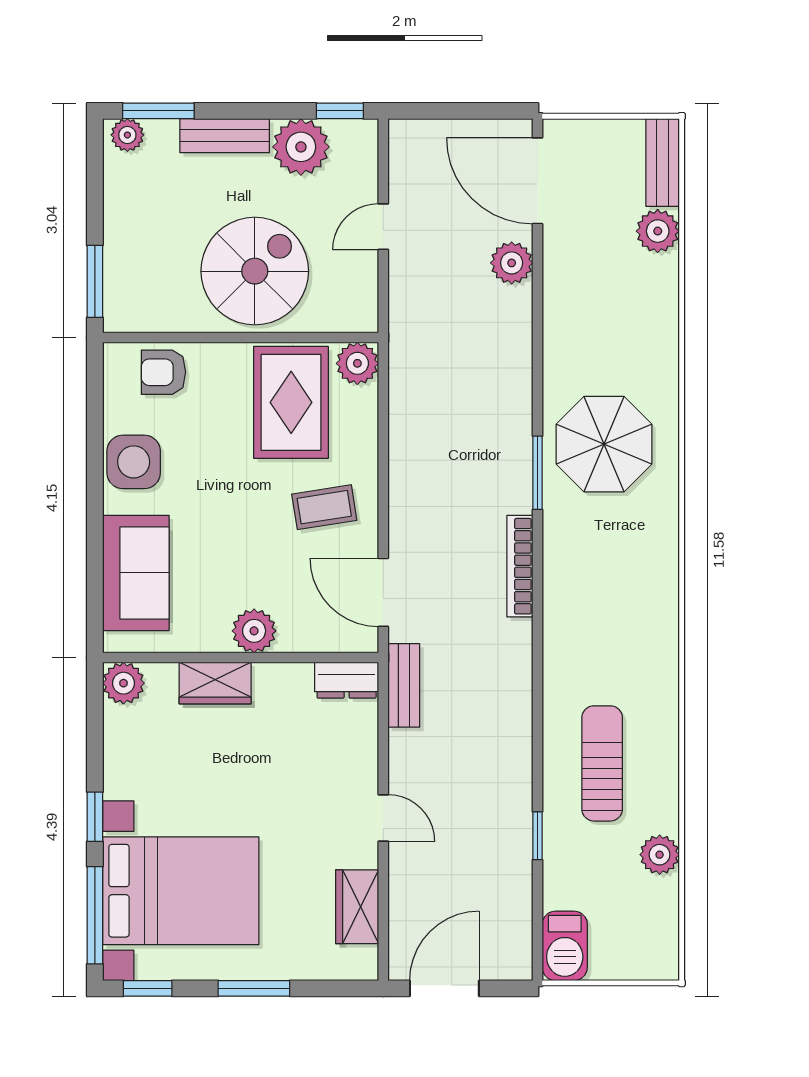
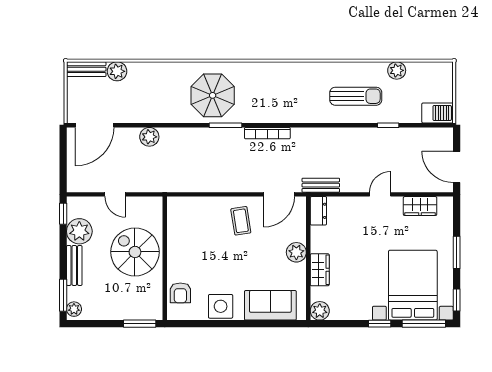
plant: (512, 263) -> (149, 137), moved
plant: (357, 363) -> (176, 206), removed
rug: (291, 402) -> (194, 236), removed
sun lounger: (602, 763) -> (356, 96), turned 180

